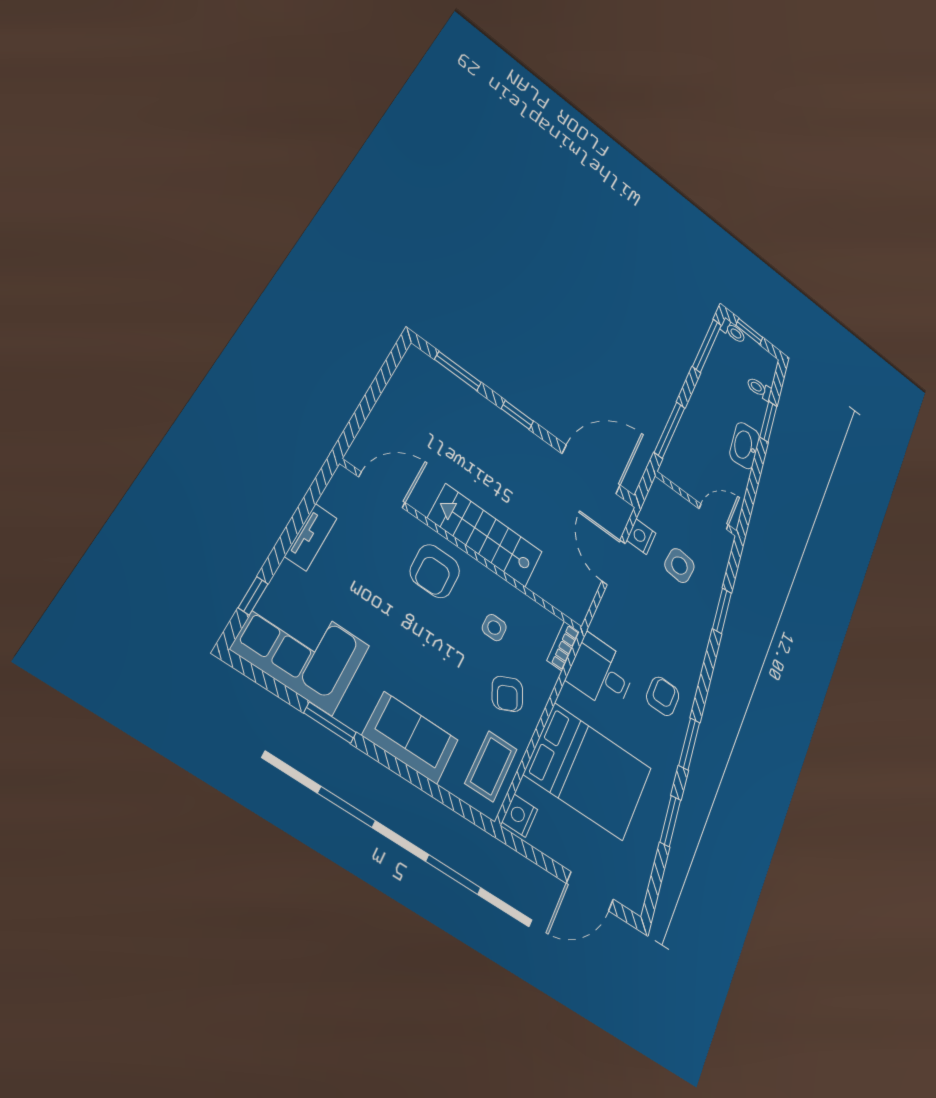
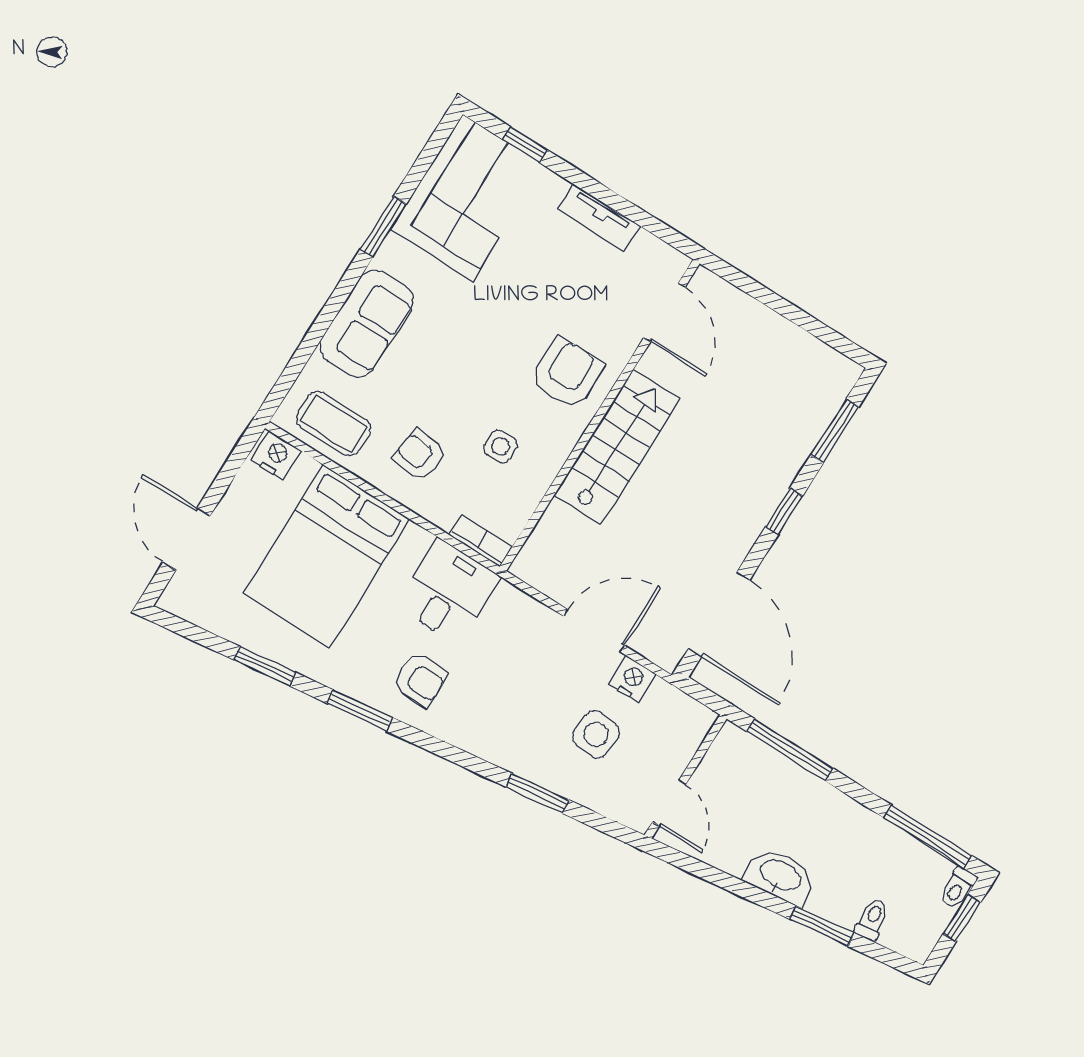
armchair: (435, 571) -> (567, 373), turned 90
armchair: (507, 694) -> (420, 455), turned 32

